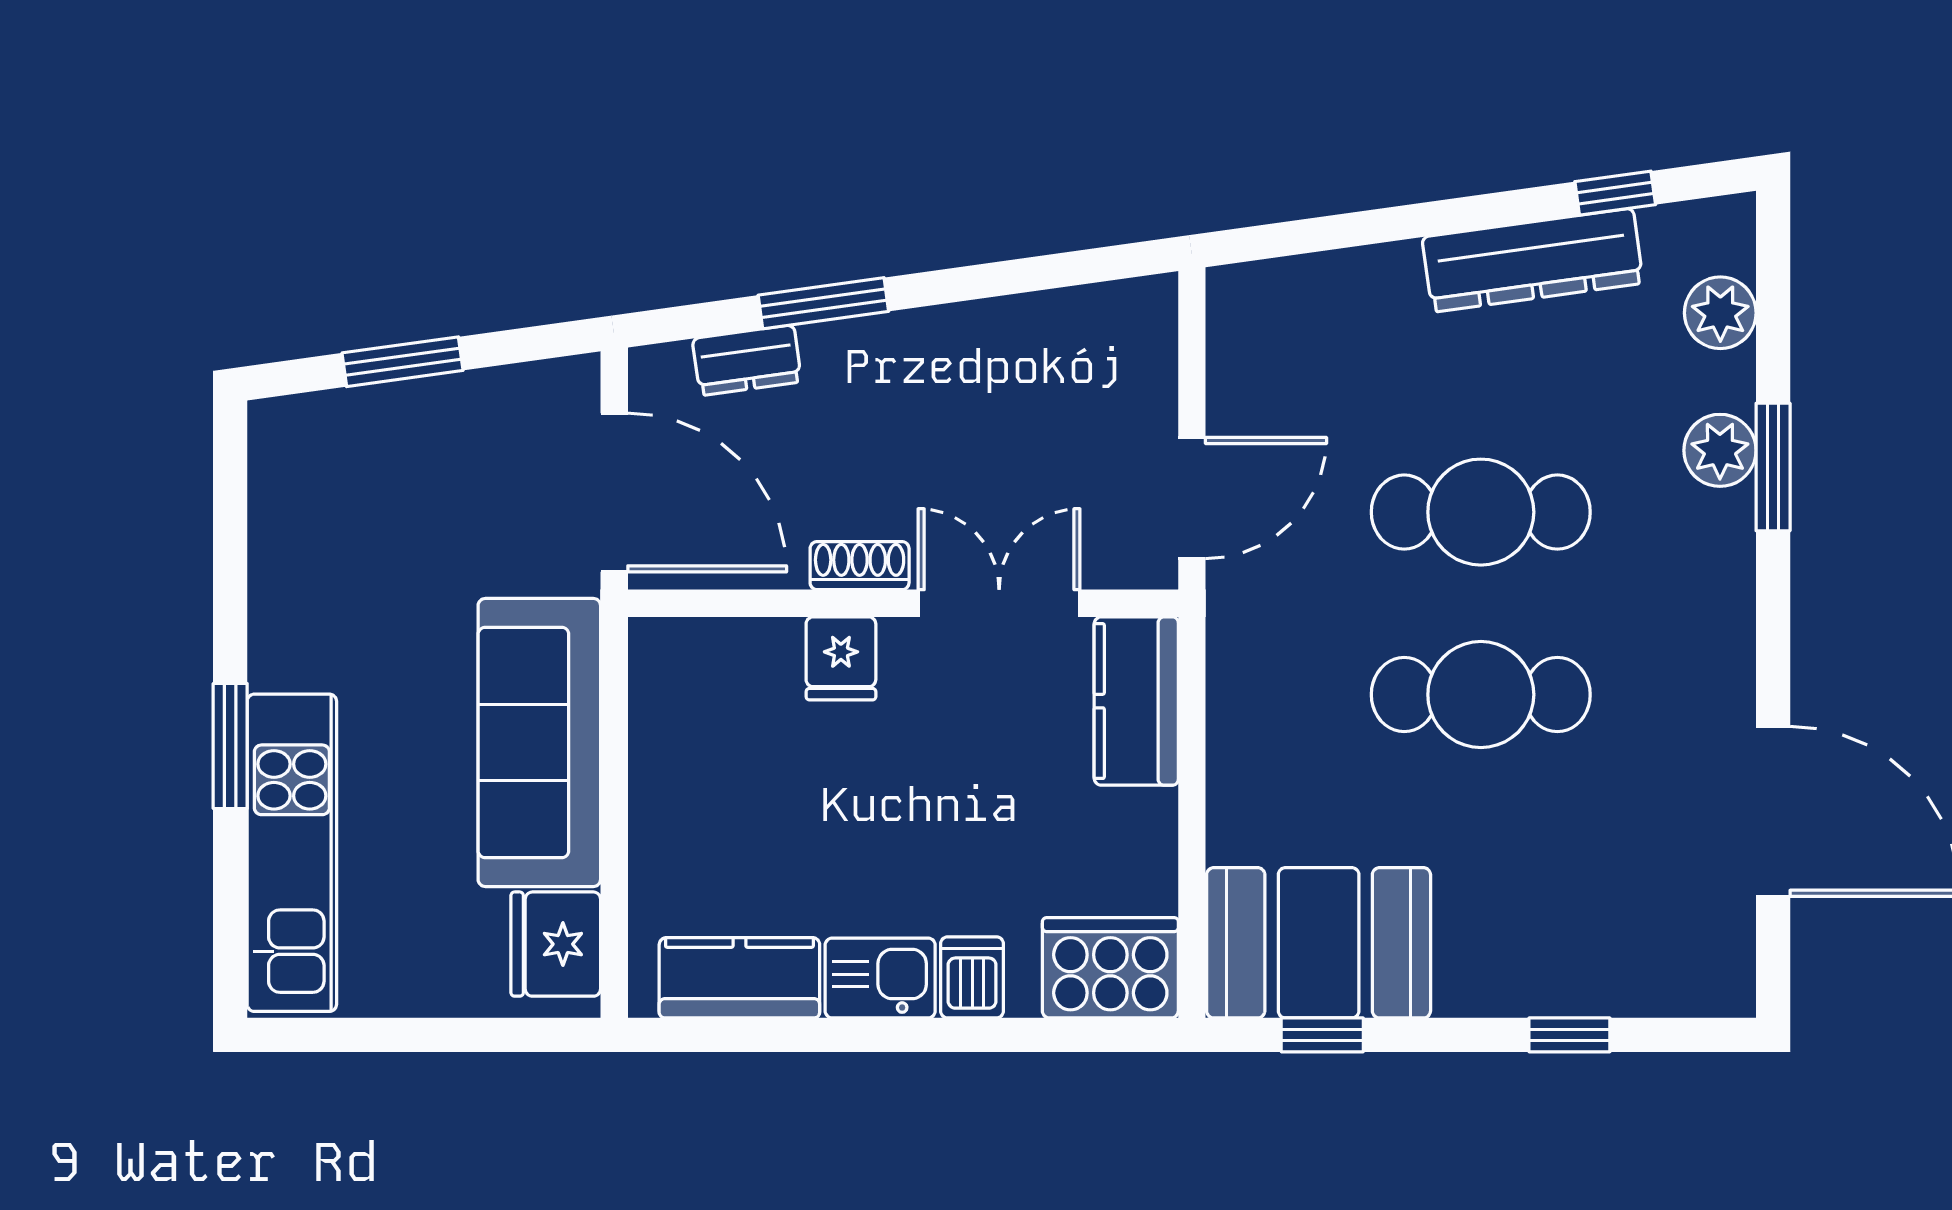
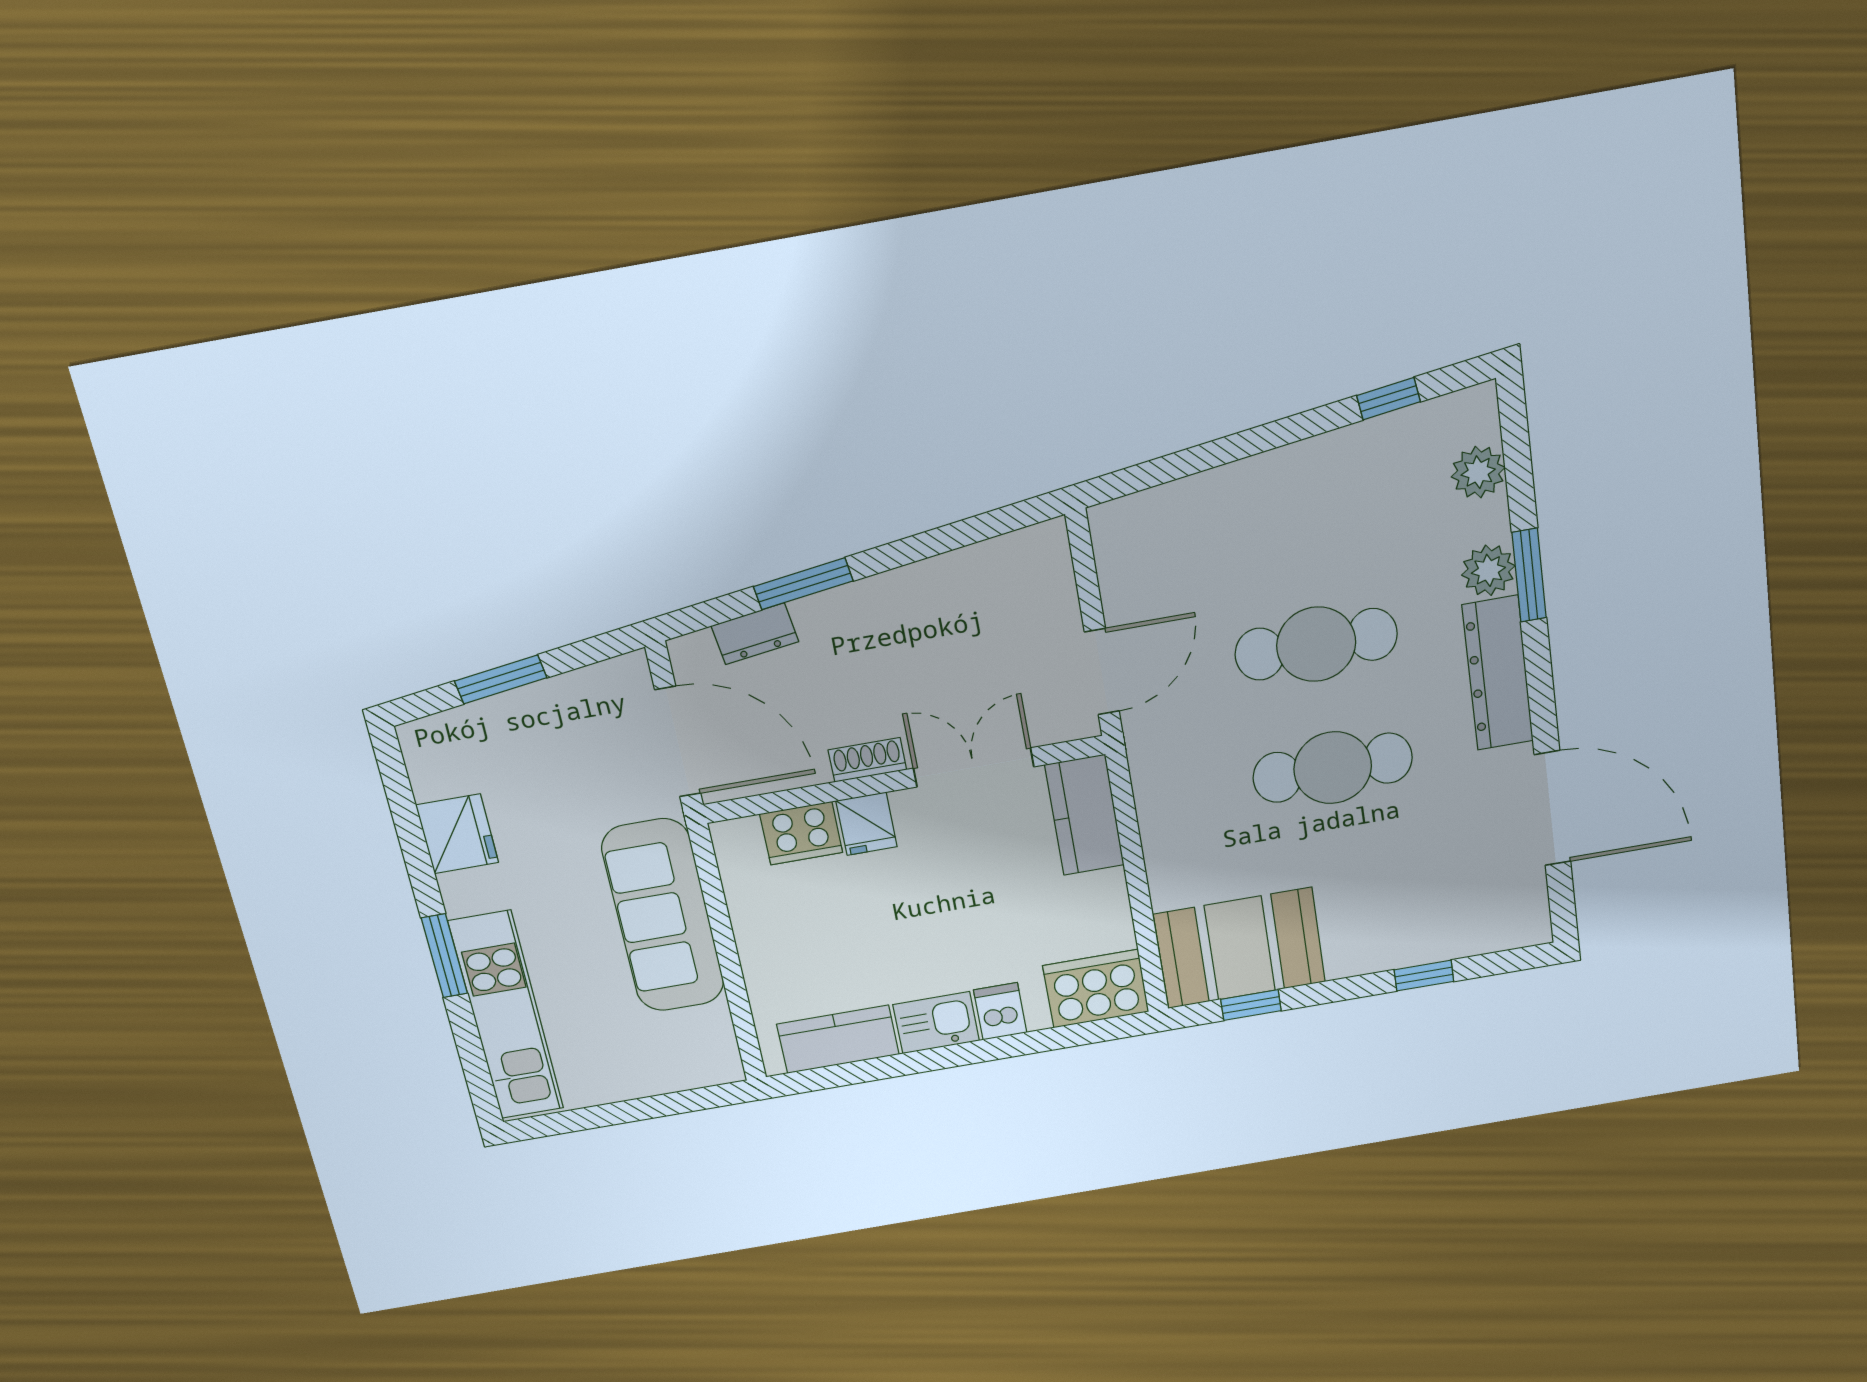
dresser: (1533, 260) -> (1498, 673), moved, turned 98
cooker: (751, 656) -> (801, 833), added
fridge: (556, 944) -> (457, 834), moved, turned 180

